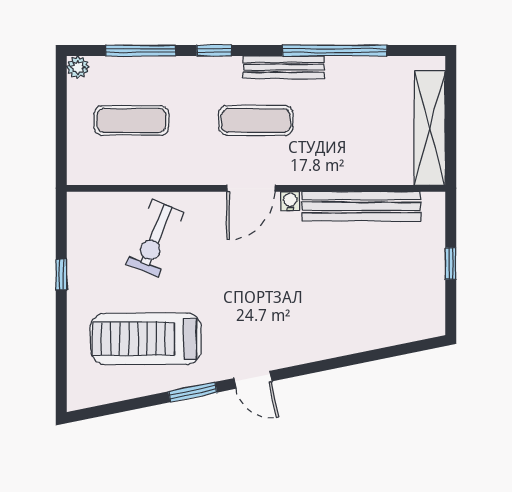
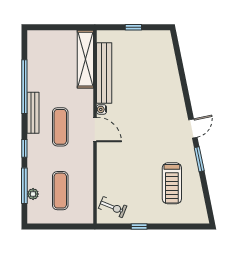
plant: (78, 67) -> (33, 194), moved
shelving: (430, 128) -> (85, 59), moved, turned 90
exercise bike: (155, 238) -> (113, 207), moved, width x0.73, depth x0.72
treadmill: (146, 339) -> (172, 183), width x0.73, depth x0.73

